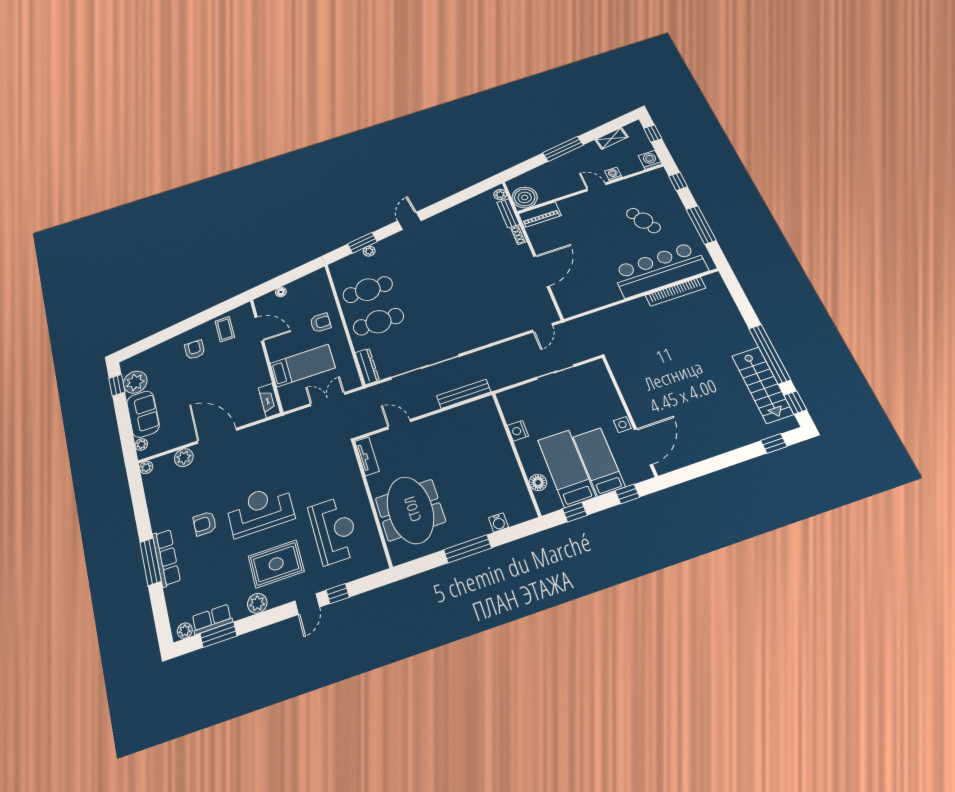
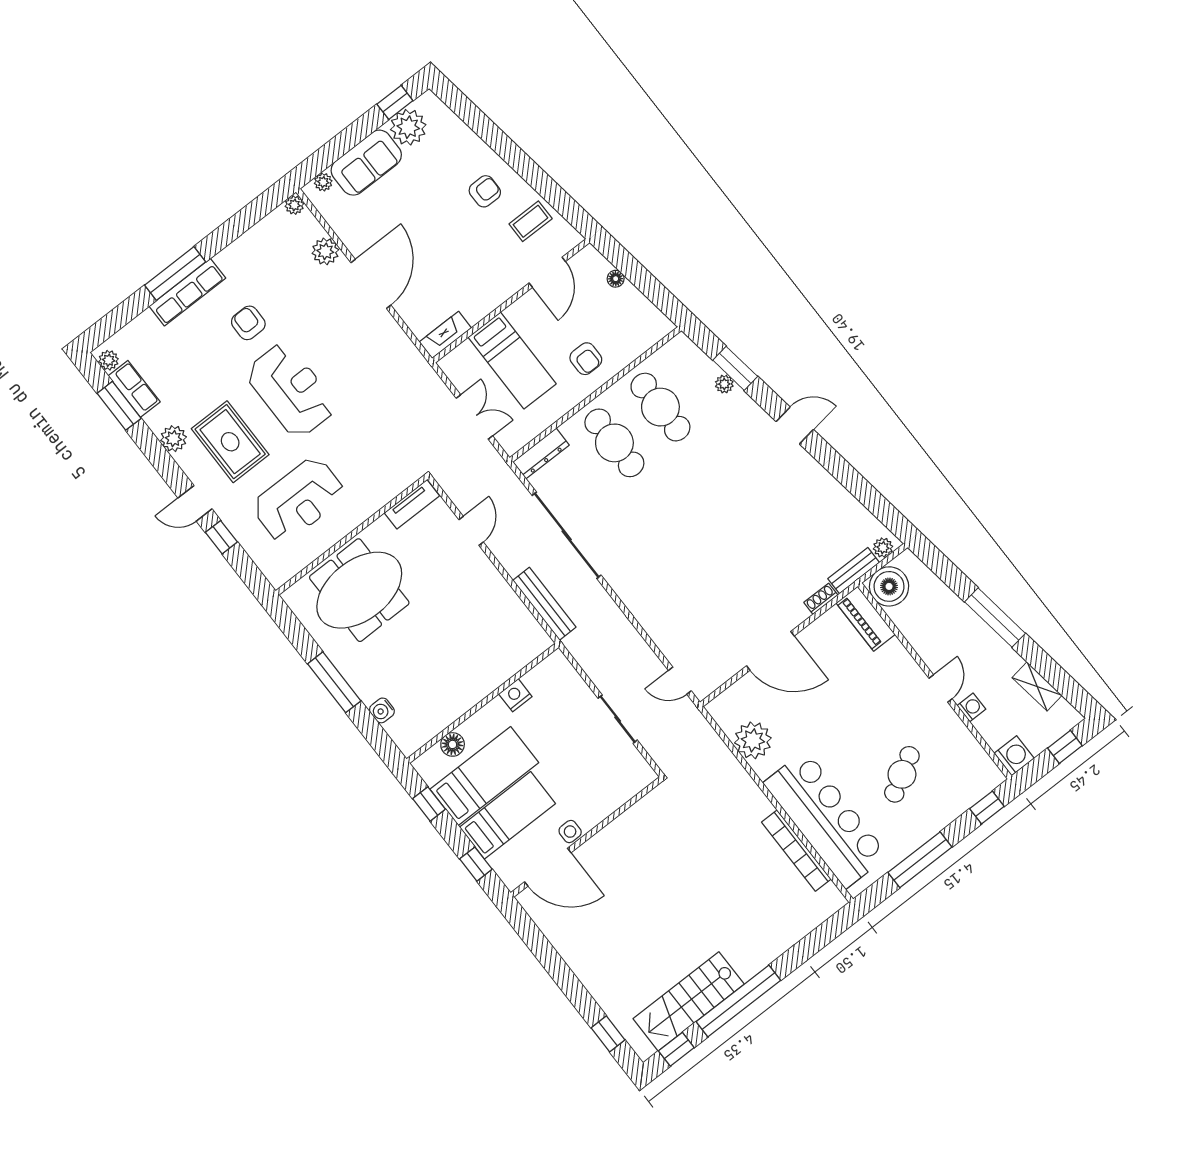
plant: (595, 297) -> (753, 740), added

